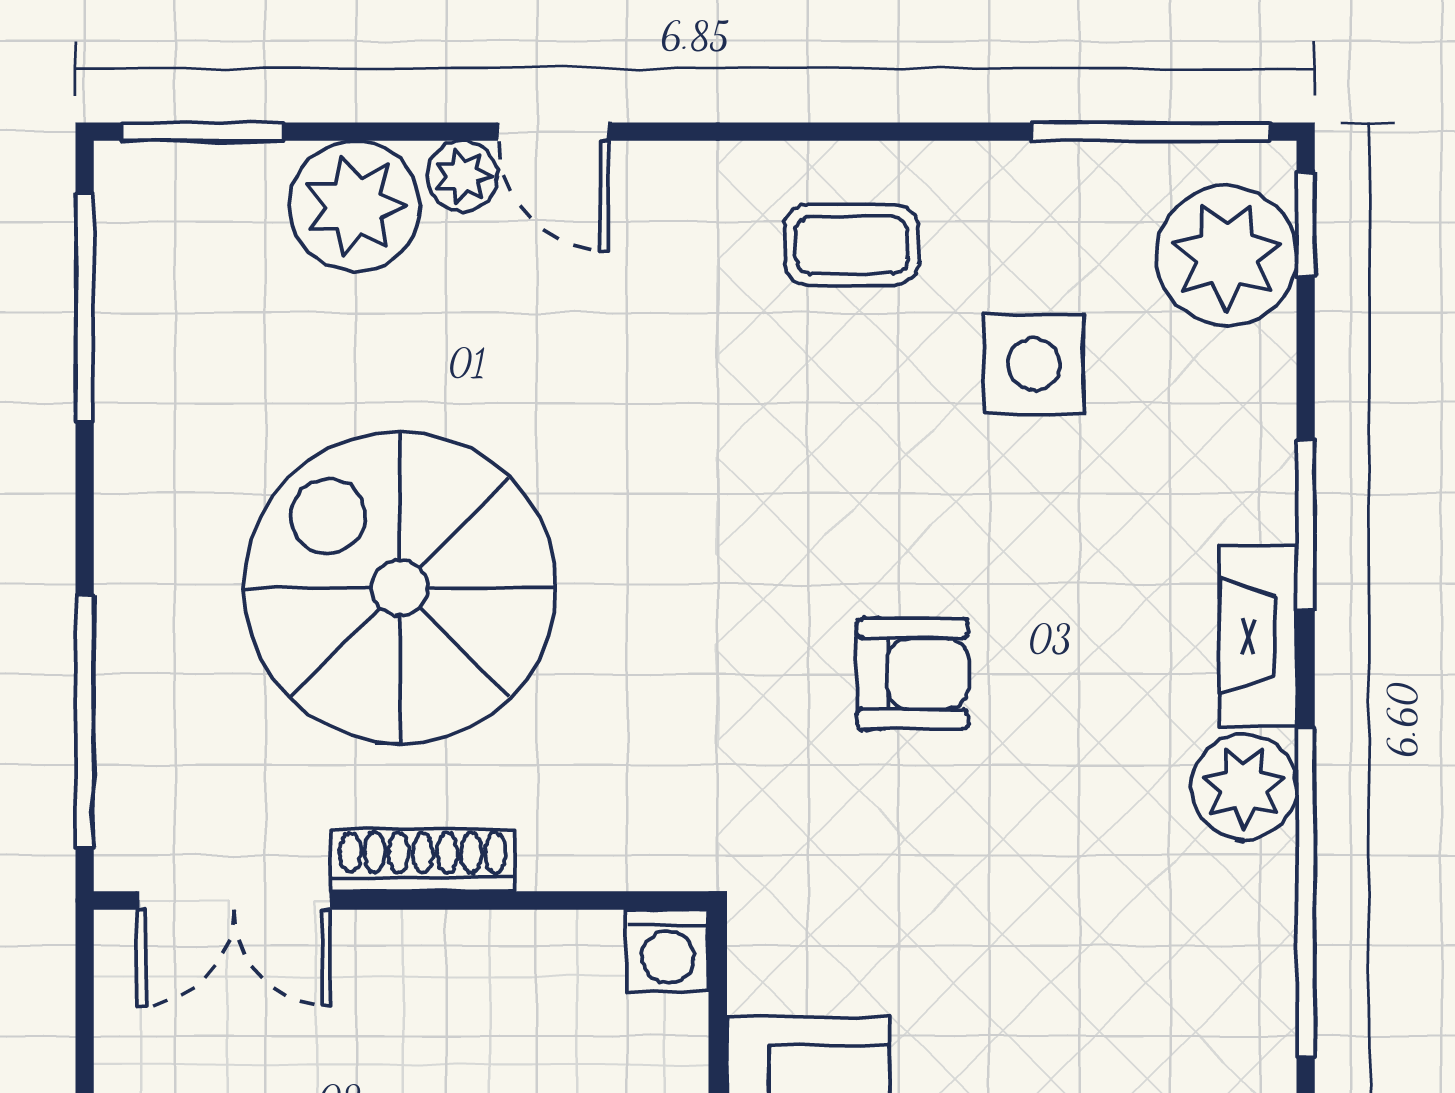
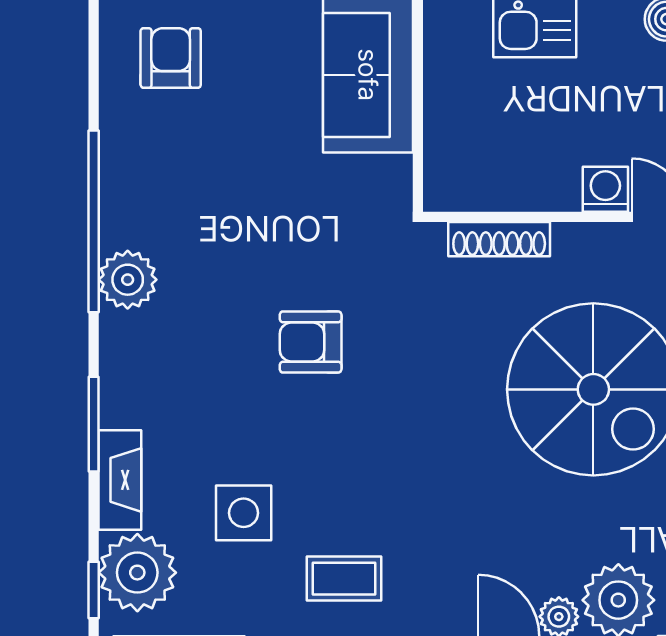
fireplace: (1258, 636) -> (120, 480), moved
shoe rack: (423, 860) -> (499, 239), moved
washing machine: (668, 950) -> (605, 189), moved

